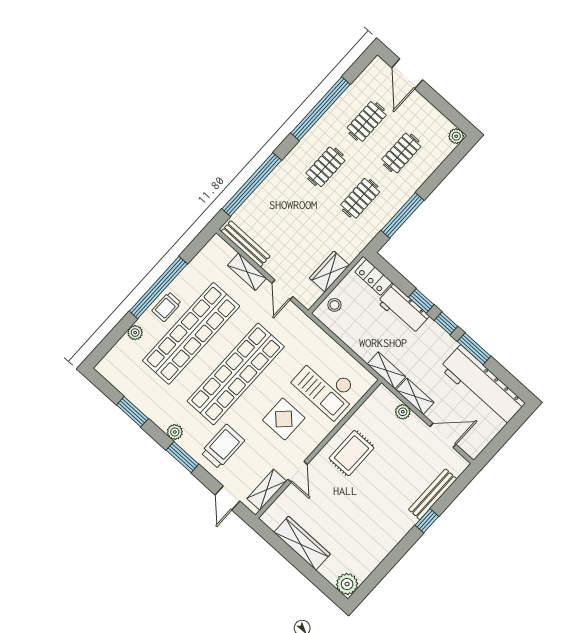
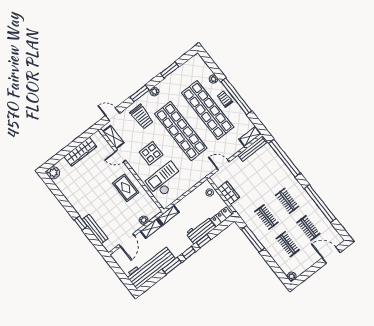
shelving: (247, 272) -> (250, 136), moved

